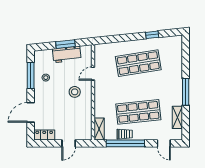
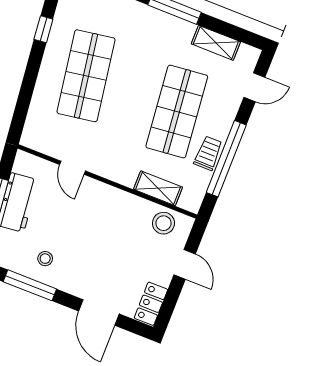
stool: (75, 92) -> (163, 223), moved
shelving: (99, 129) -> (158, 188), moved

